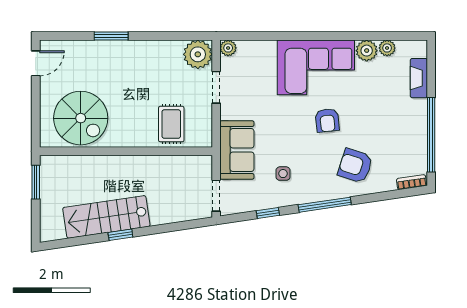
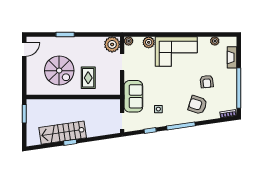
plant: (367, 51) -> (149, 42), moved
spiral stairs: (81, 118) -> (59, 71), moved
armchair: (327, 120) -> (207, 82), moved
rug: (171, 124) -> (88, 78), moved

